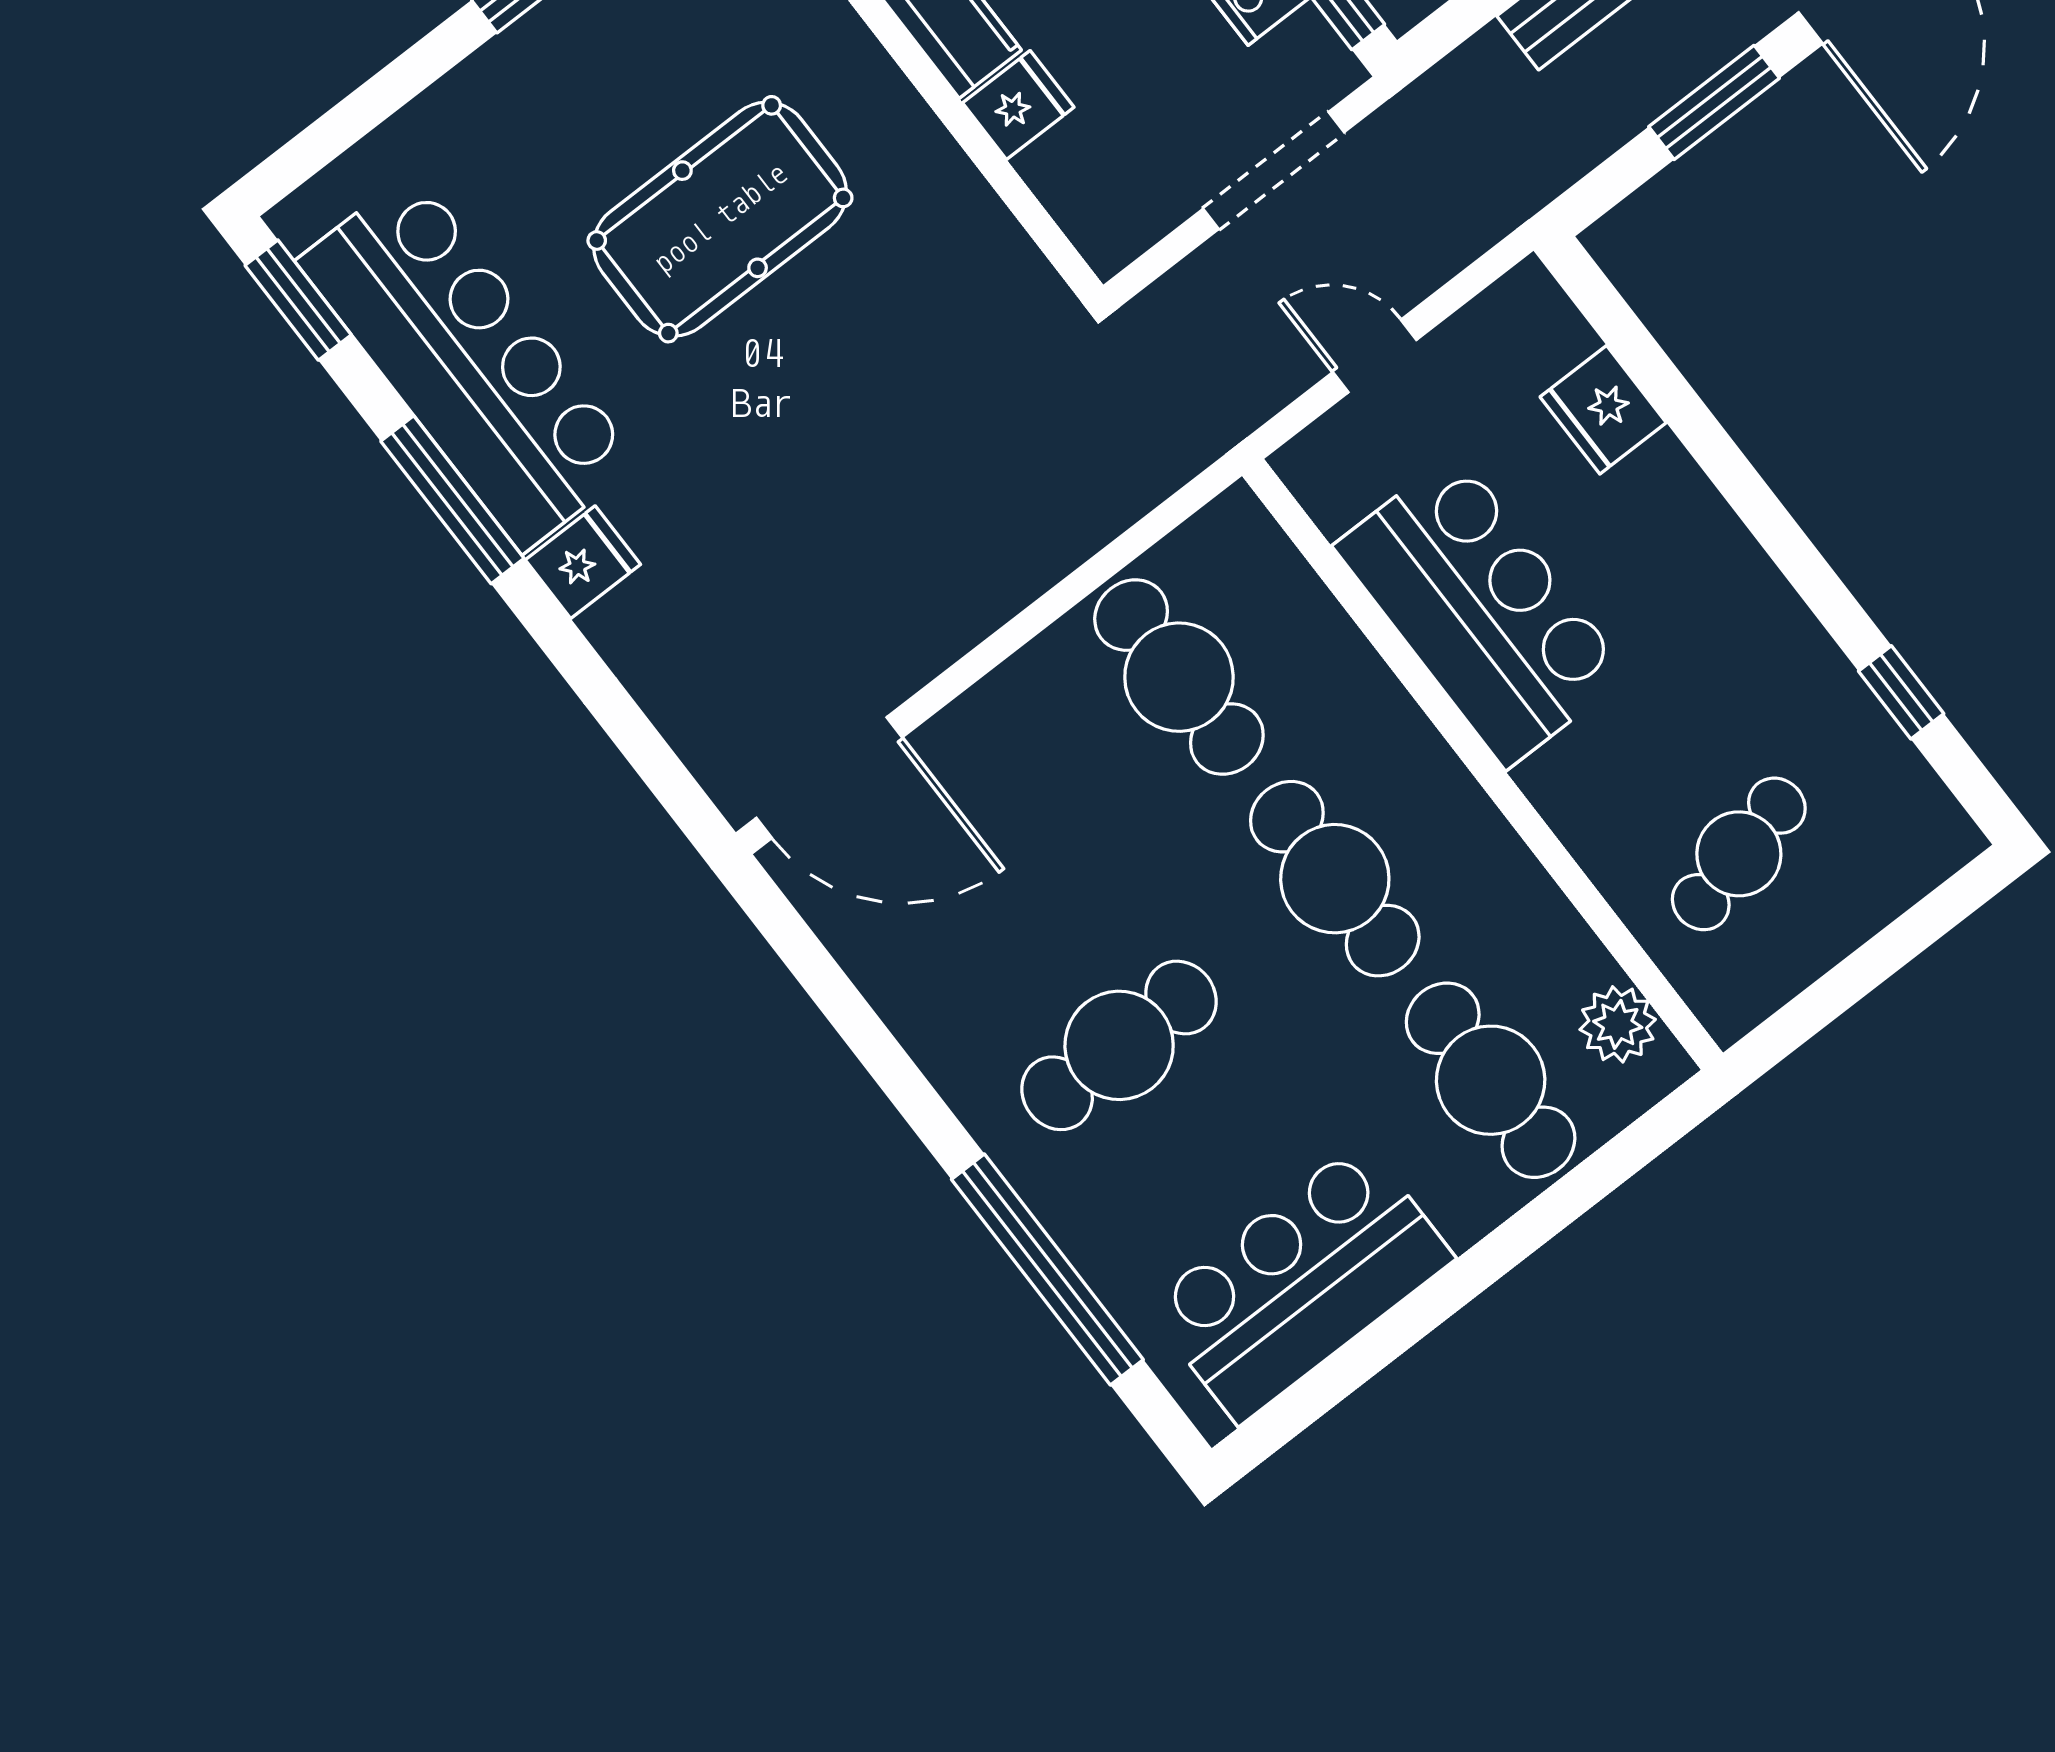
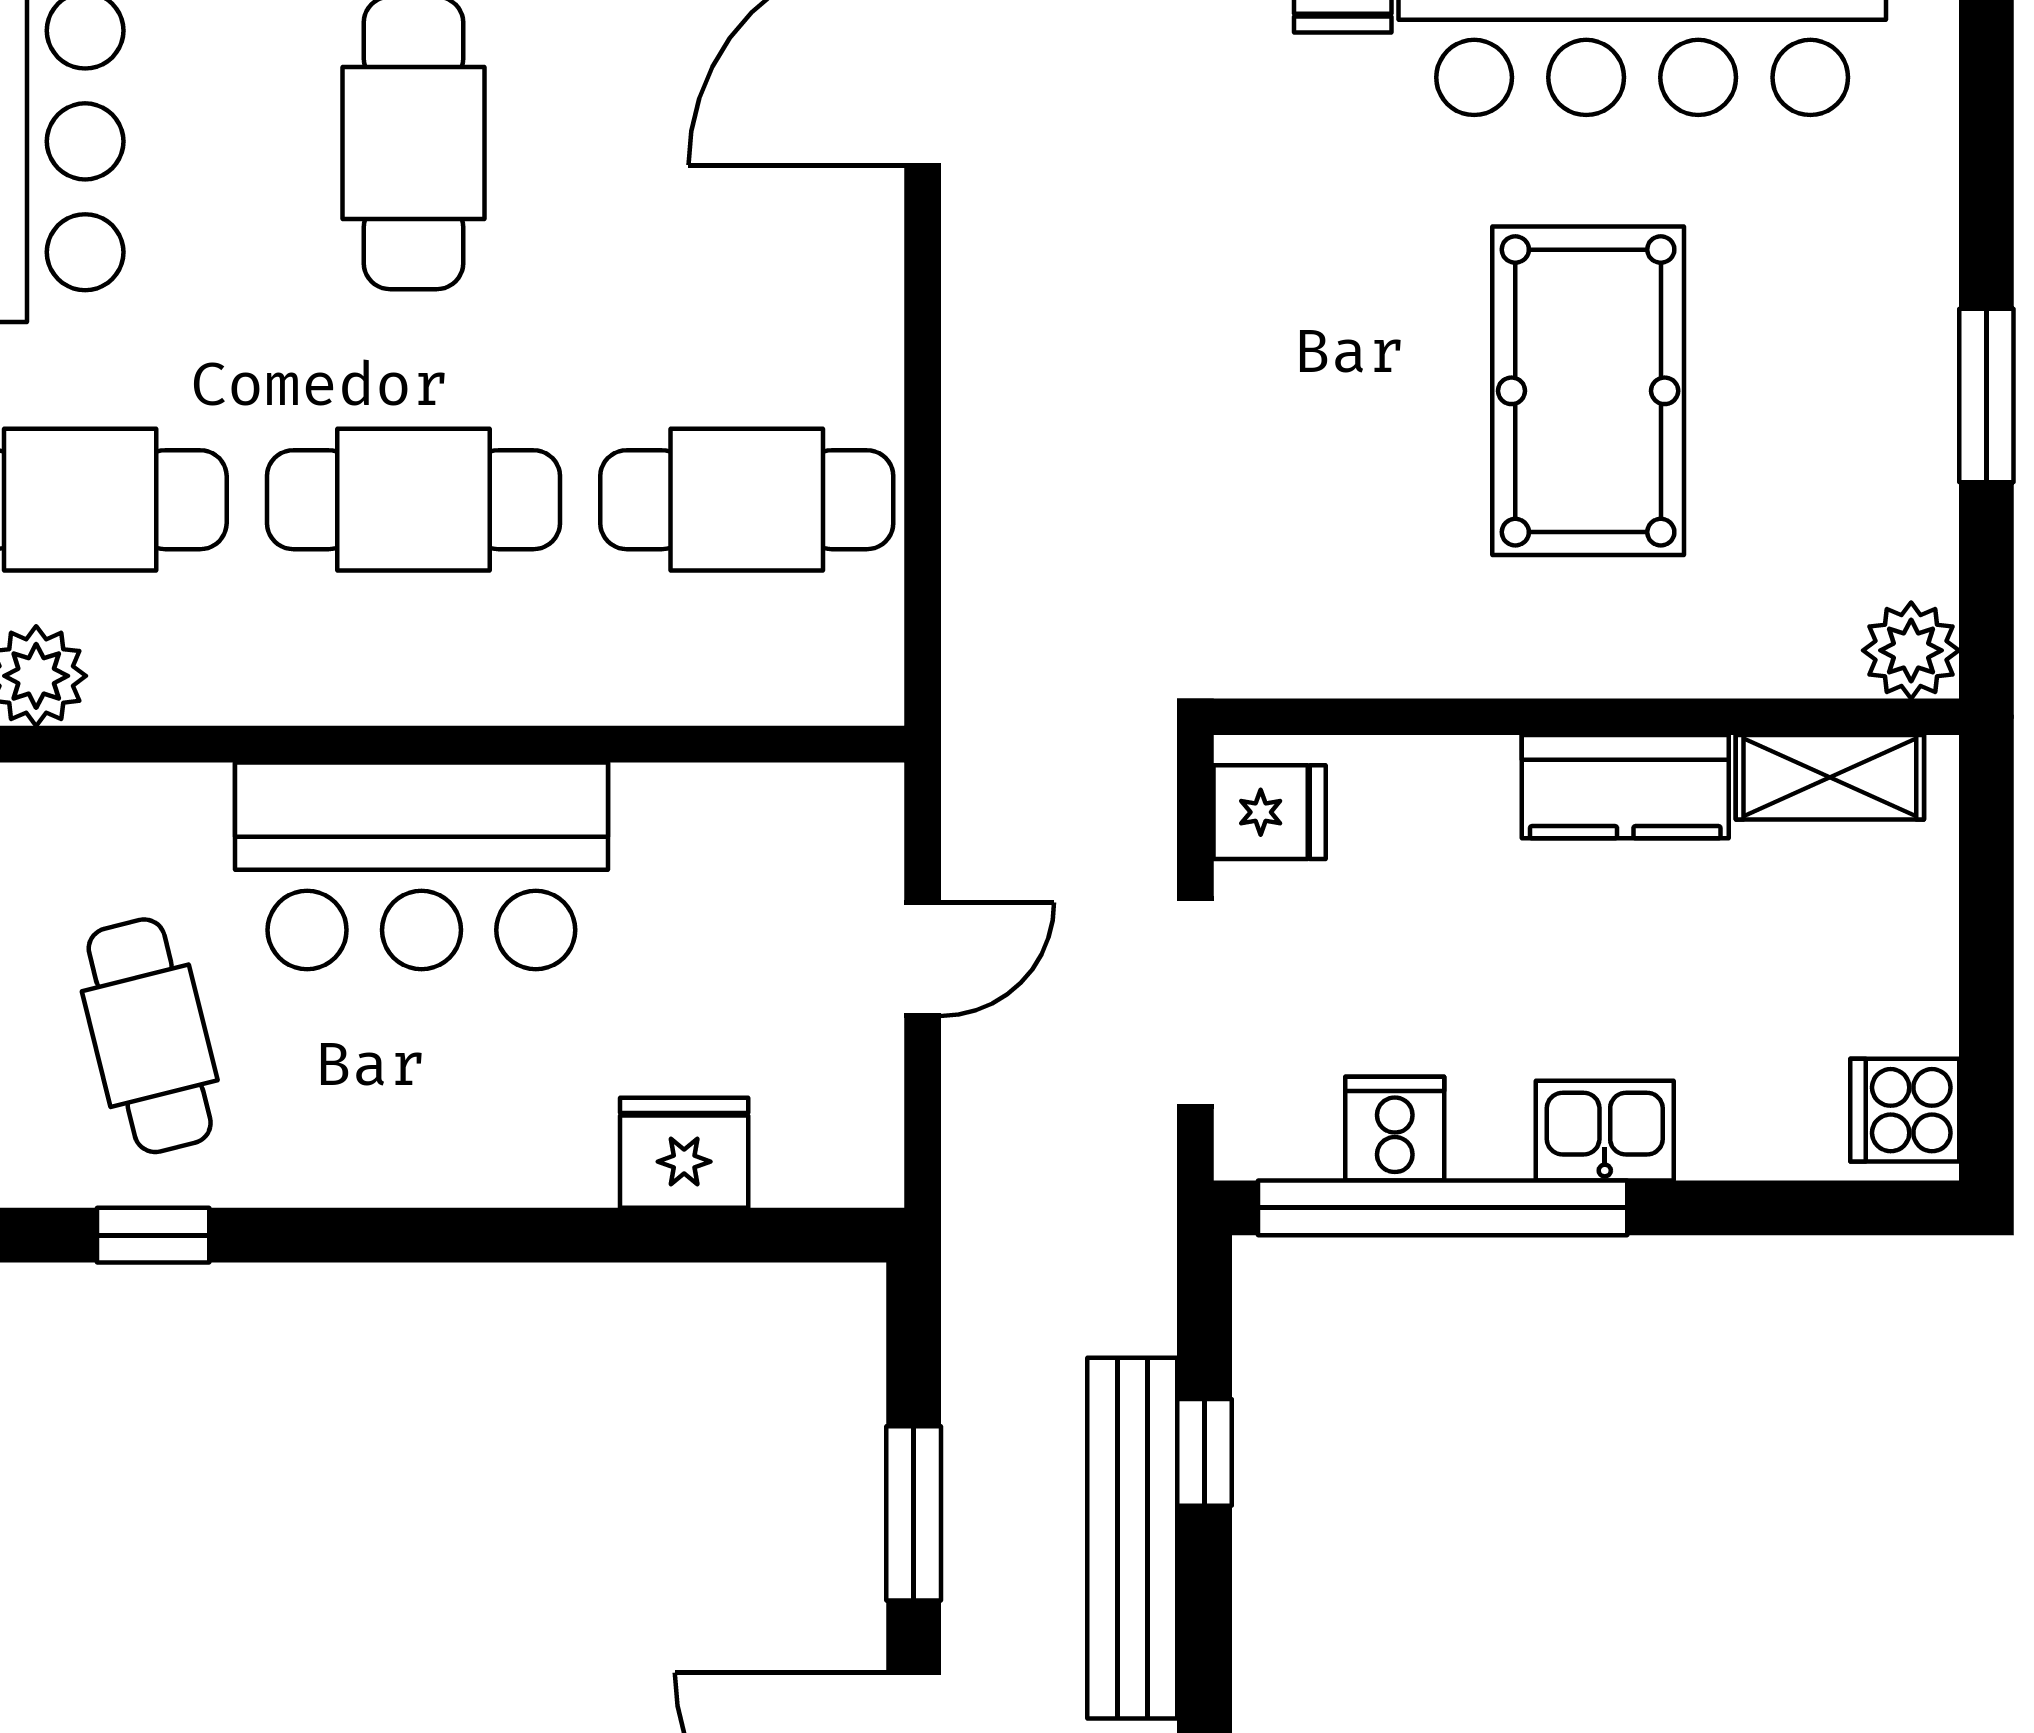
fridge: (1018, 105) -> (1270, 812), moved, turned -90
bar counter: (1481, 610) -> (421, 866), moved
cafe table: (1739, 854) -> (150, 1036), moved

